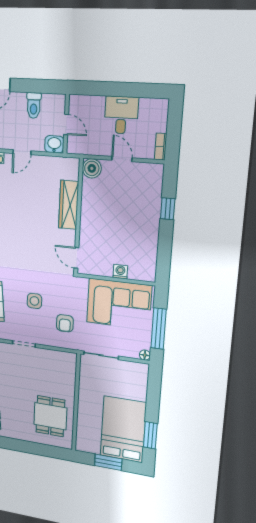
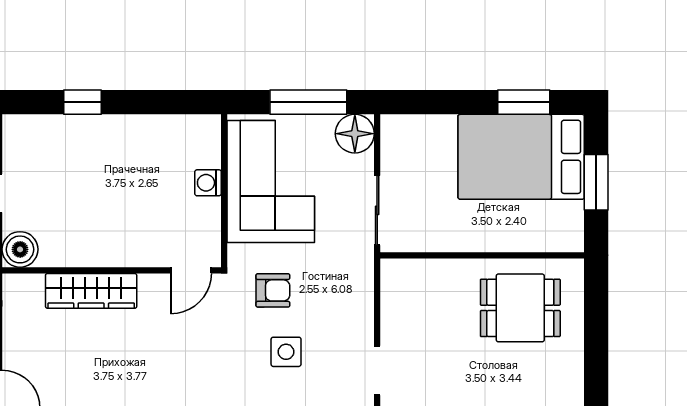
armchair: (65, 323) -> (273, 290), moved
floor lamp: (145, 355) -> (355, 134), width x1.89, depth x1.89

